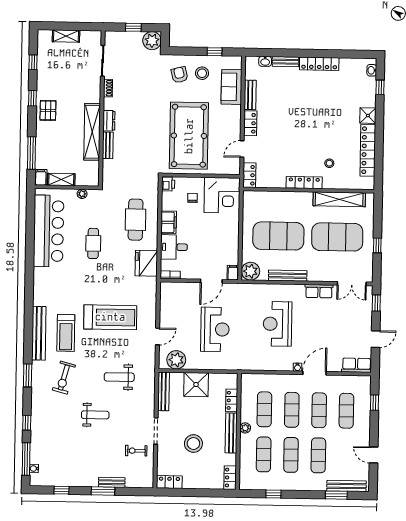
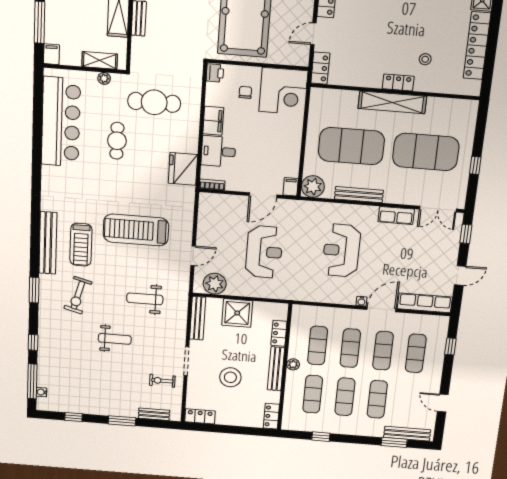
shelving: (61, 179) -> (100, 60), moved
locker: (304, 183) -> (398, 83), width x0.66
shelving: (339, 199) -> (392, 102), moved
cafe table: (136, 220) -> (154, 102), moved, turned 90
treadmill: (110, 317) -> (136, 230), turned 180
row of seats: (357, 365) -> (425, 303), width x1.48
bench: (112, 482) -> (154, 414), moved

